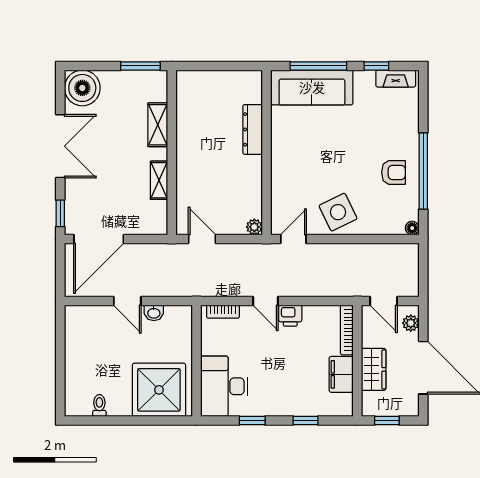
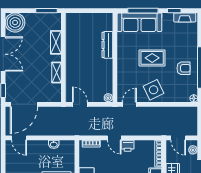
rug: (335, 153) -> (152, 58), added
door: (127, 301) -> (19, 138), moved

